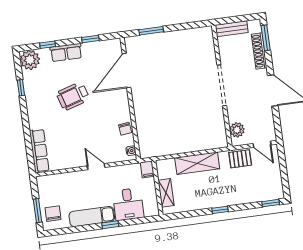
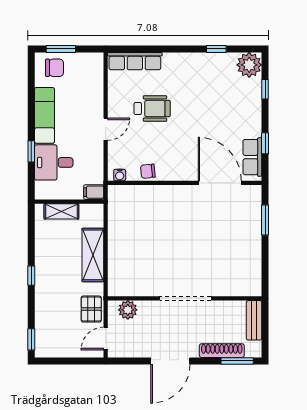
row of seats: (66, 52) -> (252, 157), moved
wheelchair: (73, 96) -> (152, 109), moved, turned 107
window: (110, 225) -> (31, 151), moved

